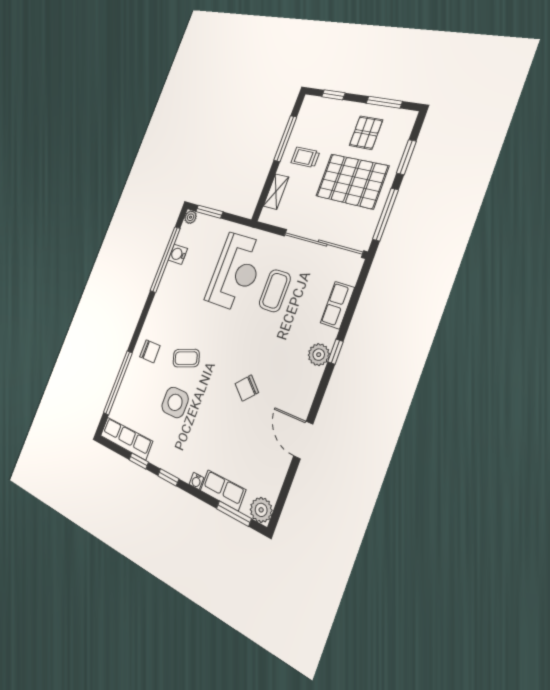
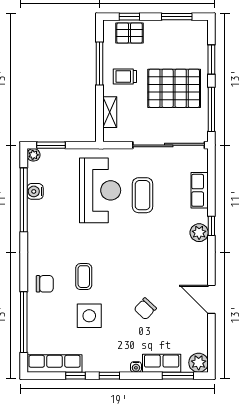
pallet: (366, 133) -> (130, 33), moved, turned 90
coffee table: (186, 358) -> (84, 277), turned -70
chair: (247, 388) -> (145, 309), moved

